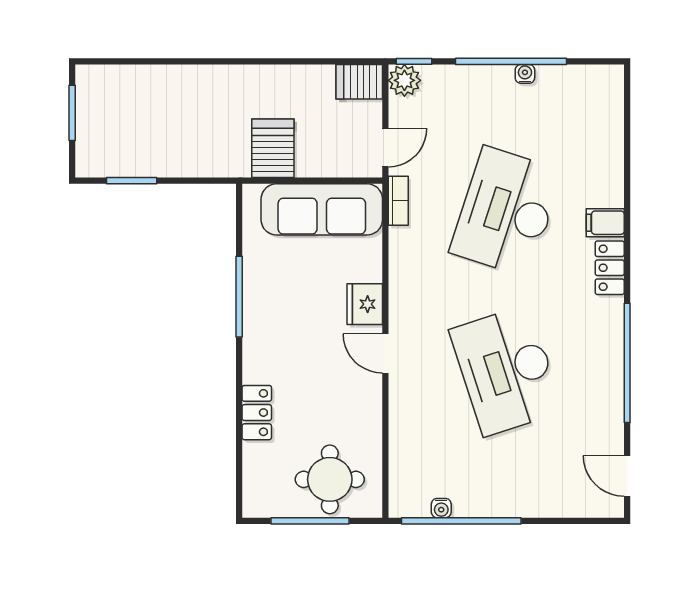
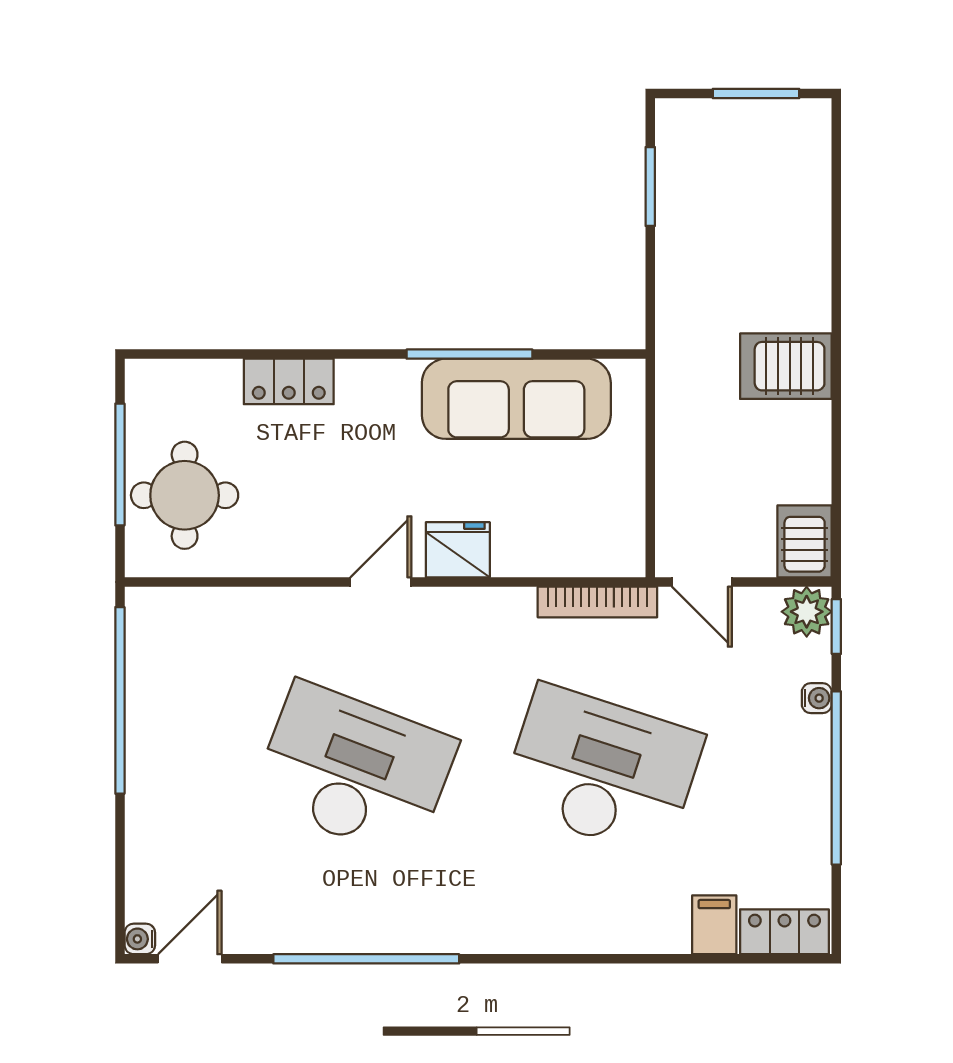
water cooler: (525, 74) -> (817, 698), moved
server rack: (273, 148) -> (786, 366), moved, turned 180
bookcase: (398, 201) -> (597, 602), width x1.56
sofa: (322, 209) -> (516, 399), moved, turned -90
filing cabinet: (605, 223) -> (714, 925), moved
locker: (610, 268) -> (784, 932), moved
desk: (506, 371) -> (354, 770), turned 39
water cooler: (441, 508) -> (140, 939), moved

